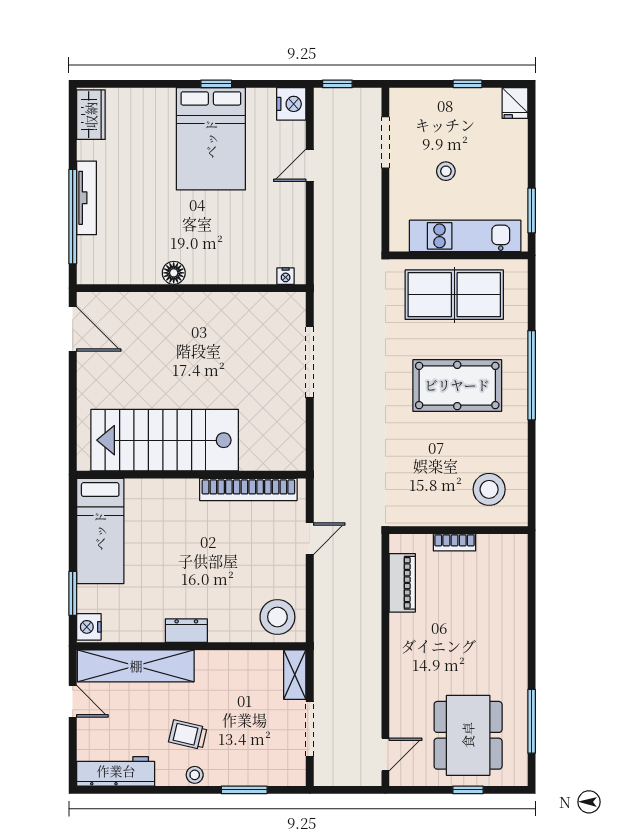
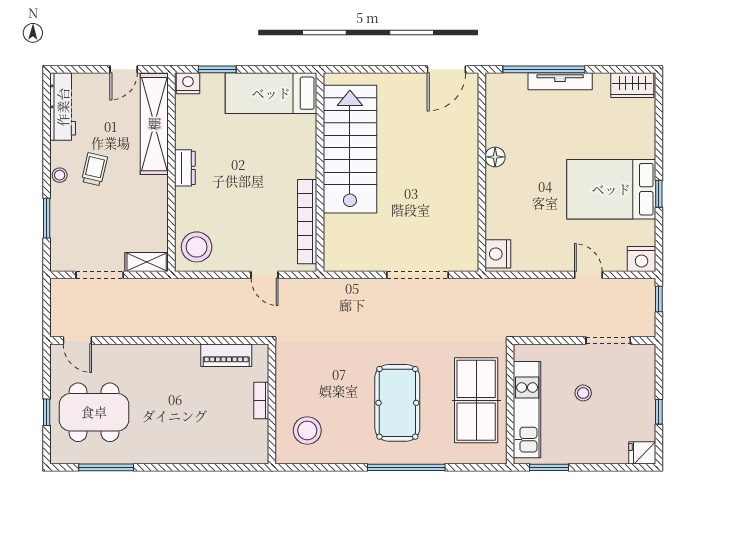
nightstand: (286, 276) -> (498, 254), width x1.89, depth x1.79

